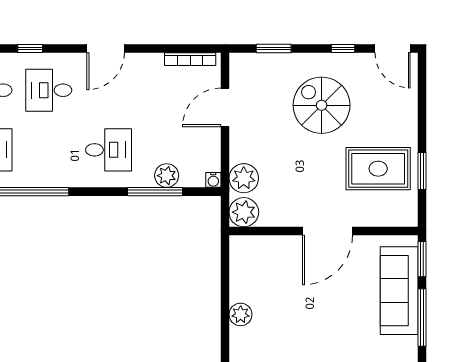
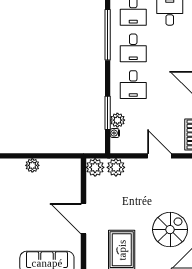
desk: (49, 90) -> (133, 48), moved, turned 180
spiral stairs: (322, 105) -> (170, 230), moved
water cooler: (213, 180) -> (115, 133), moved

